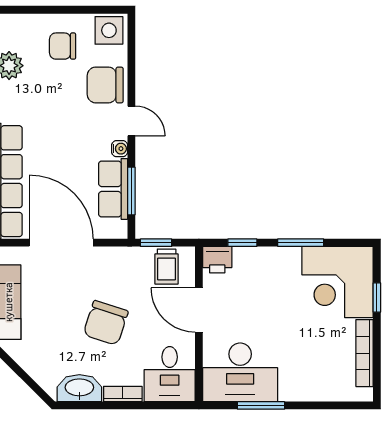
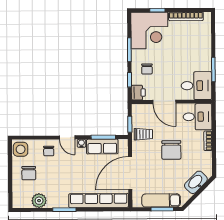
chair: (105, 85) -> (49, 151), width x0.54, depth x0.54
door: (131, 121) -> (67, 137), swing flipped
trolley: (167, 267) -> (143, 134), moved
chair: (263, 277) -> (147, 69), added
door: (199, 310) -> (164, 102), hinge flipped
chair: (106, 323) -> (171, 150), turned 72
desk: (240, 372) -> (196, 86), width x0.73
washbasin: (79, 388) -> (196, 182), moved, turned 45

